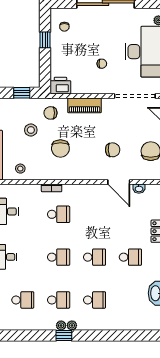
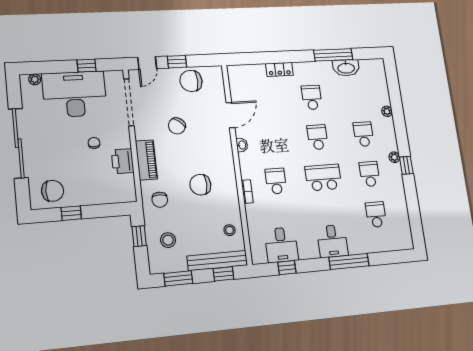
chair: (64, 27) -> (53, 191), width x1.87, depth x1.87
printer: (60, 86) -> (123, 161), moved
stool: (31, 130) -> (168, 240), moved
chair: (60, 148) -> (200, 185), turned 180
chair: (113, 150) -> (177, 126), moved, turned -138
washbasin: (139, 189) -> (242, 145), moved
school desk: (59, 257) -> (323, 177), width x1.85
plant: (61, 325) -> (387, 111), moved

